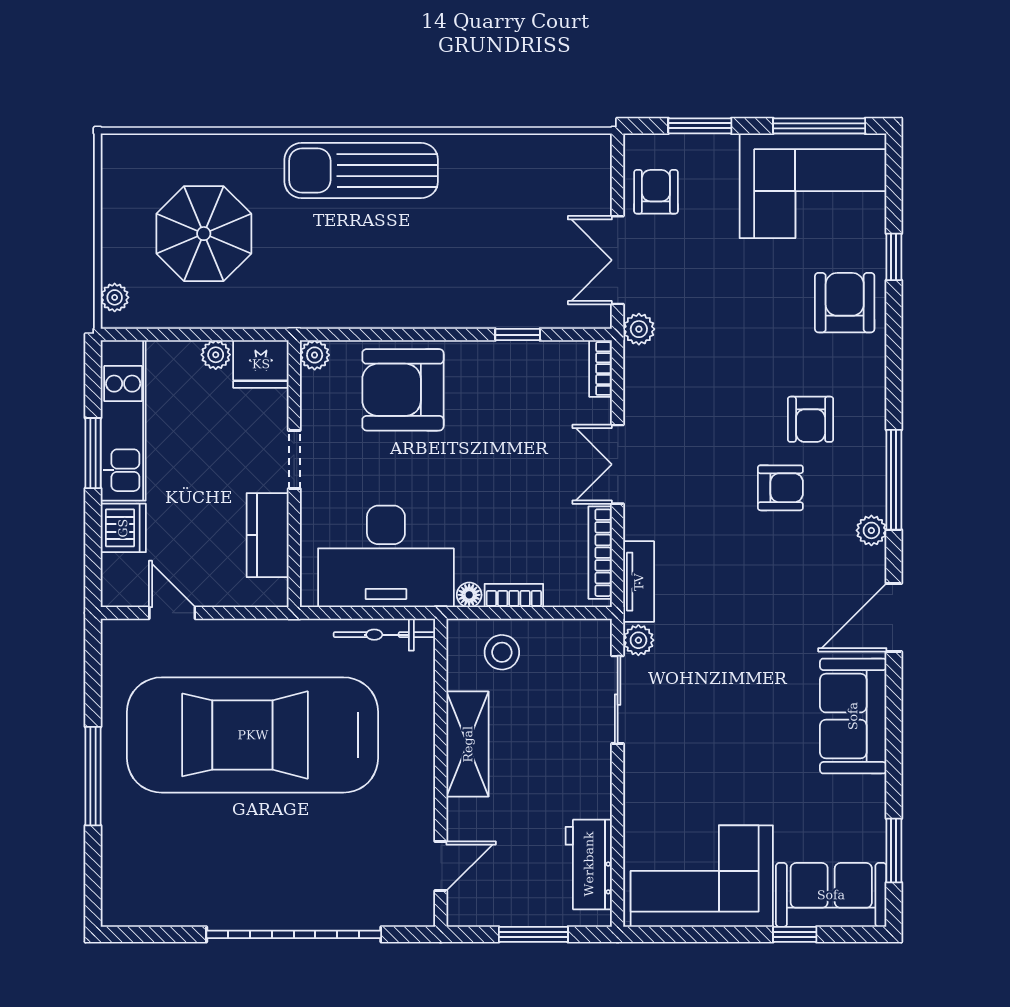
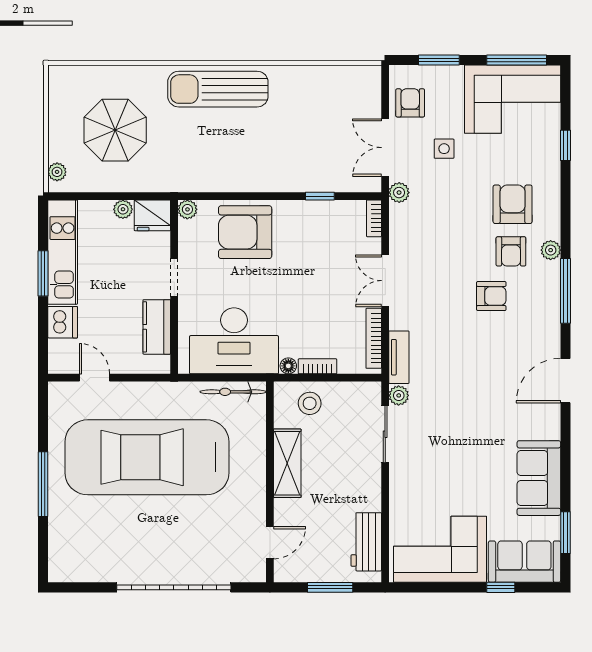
side table: (708, 262) -> (444, 149), added
armchair: (845, 303) -> (513, 204), moved
plant: (871, 530) -> (551, 250), moved
sofa: (853, 716) -> (539, 478), moved

